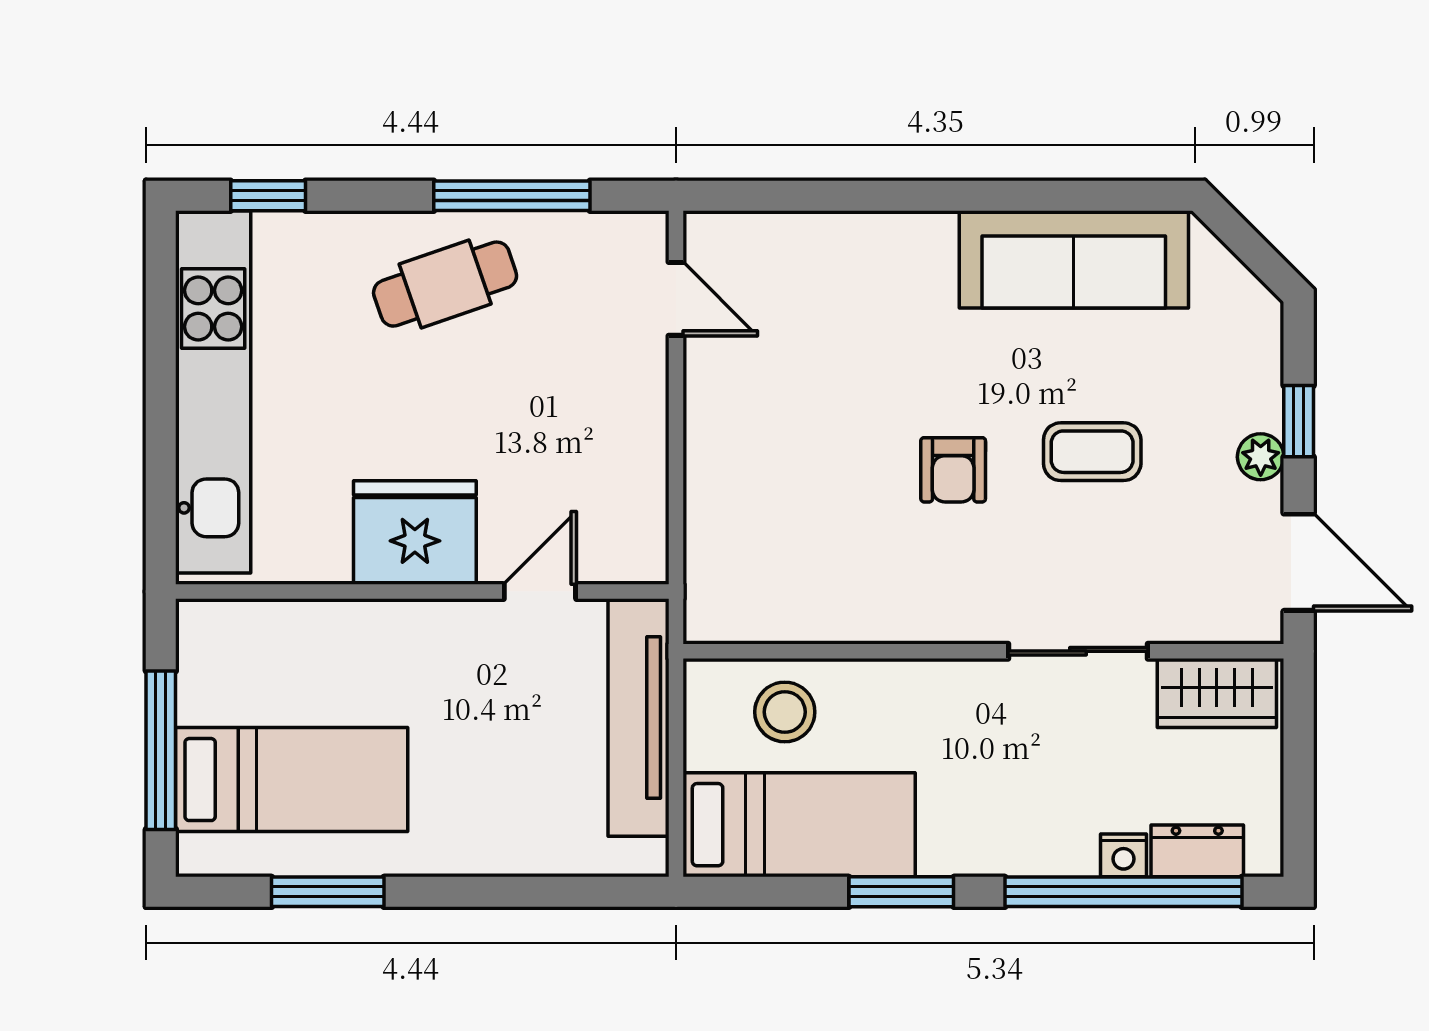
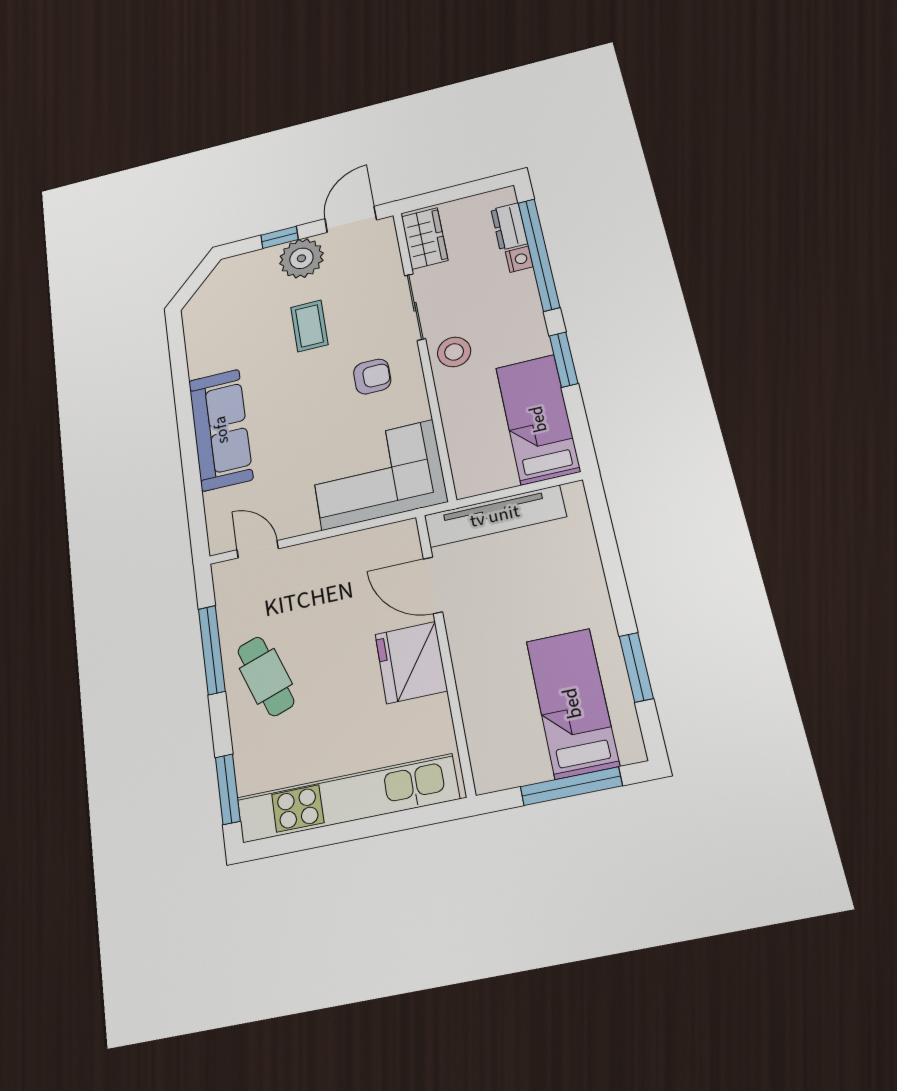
window: (268, 196) -> (228, 789), width x1.50
sofa: (1074, 259) -> (221, 430), moved
door: (676, 299) -> (258, 549), hinge flipped
plant: (1261, 457) -> (301, 258), width x1.88, depth x1.88
armchair: (953, 470) -> (372, 377), moved
corner sofa: (764, 531) -> (378, 475), added
door: (540, 592) -> (433, 585), width x1.38
stool: (785, 712) -> (454, 352), moved

